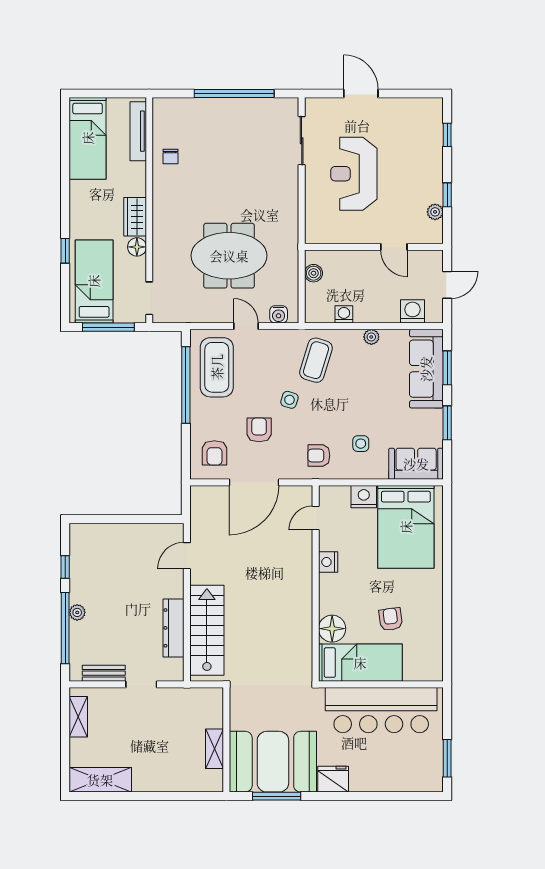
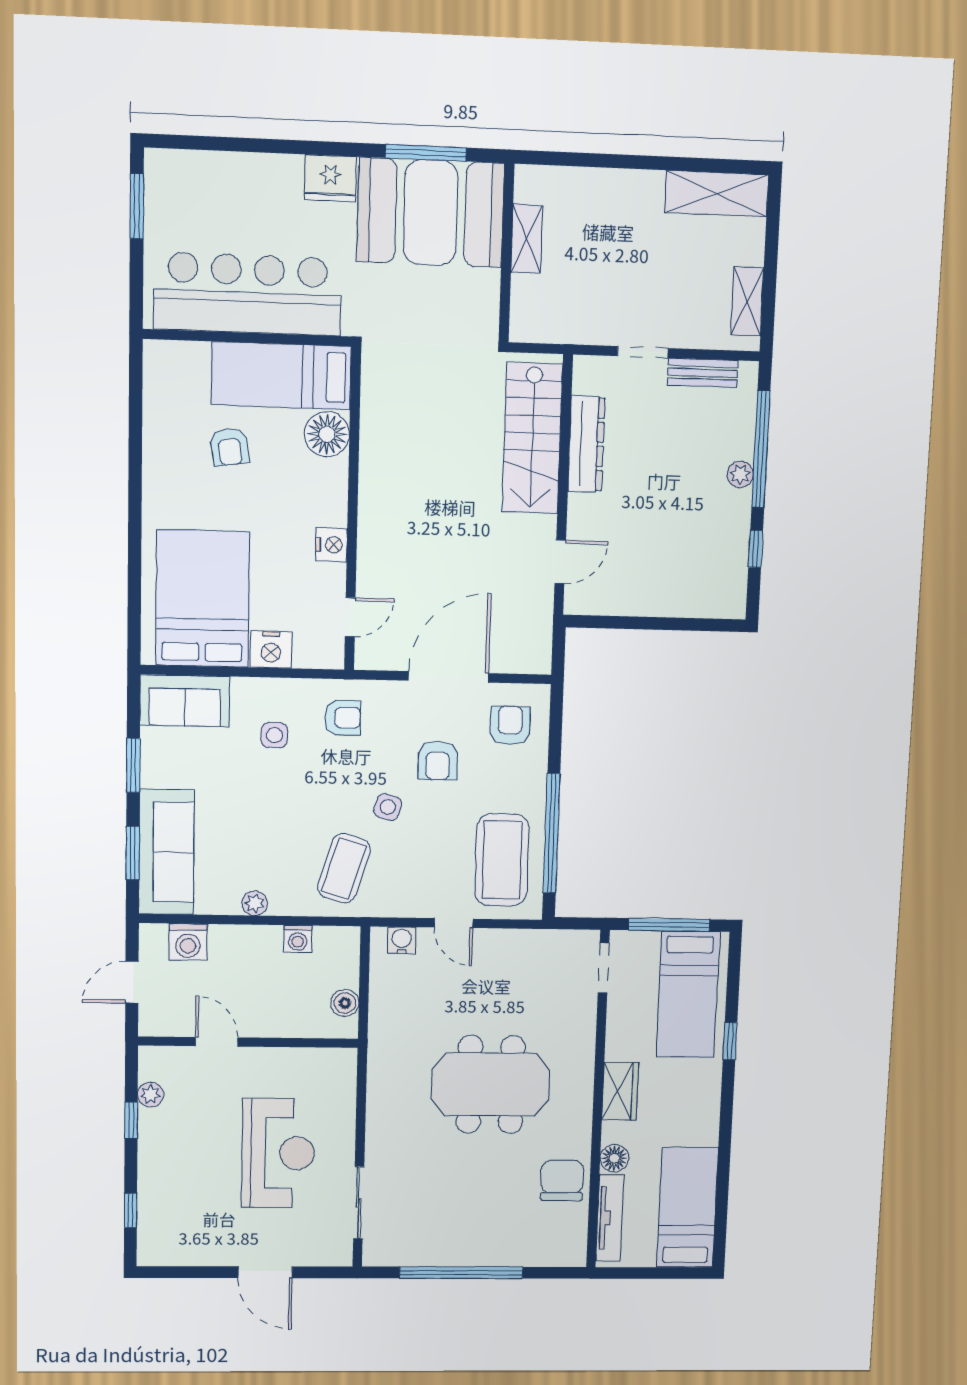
chair: (171, 157) -> (562, 1180), width x1.87, depth x1.87
floor lamp: (137, 247) -> (614, 1158), moved
meeting table: (229, 256) -> (491, 1085), moved

